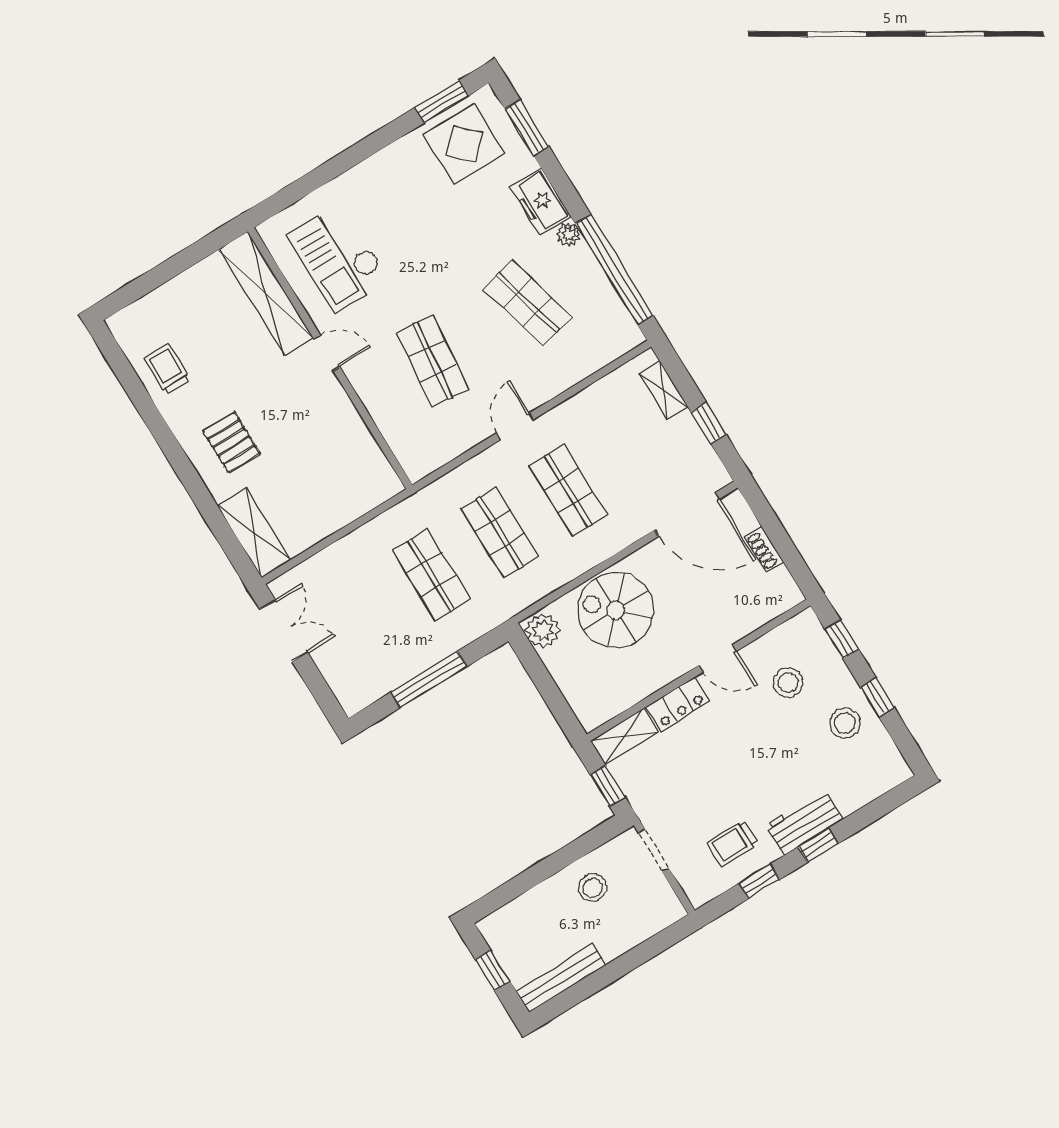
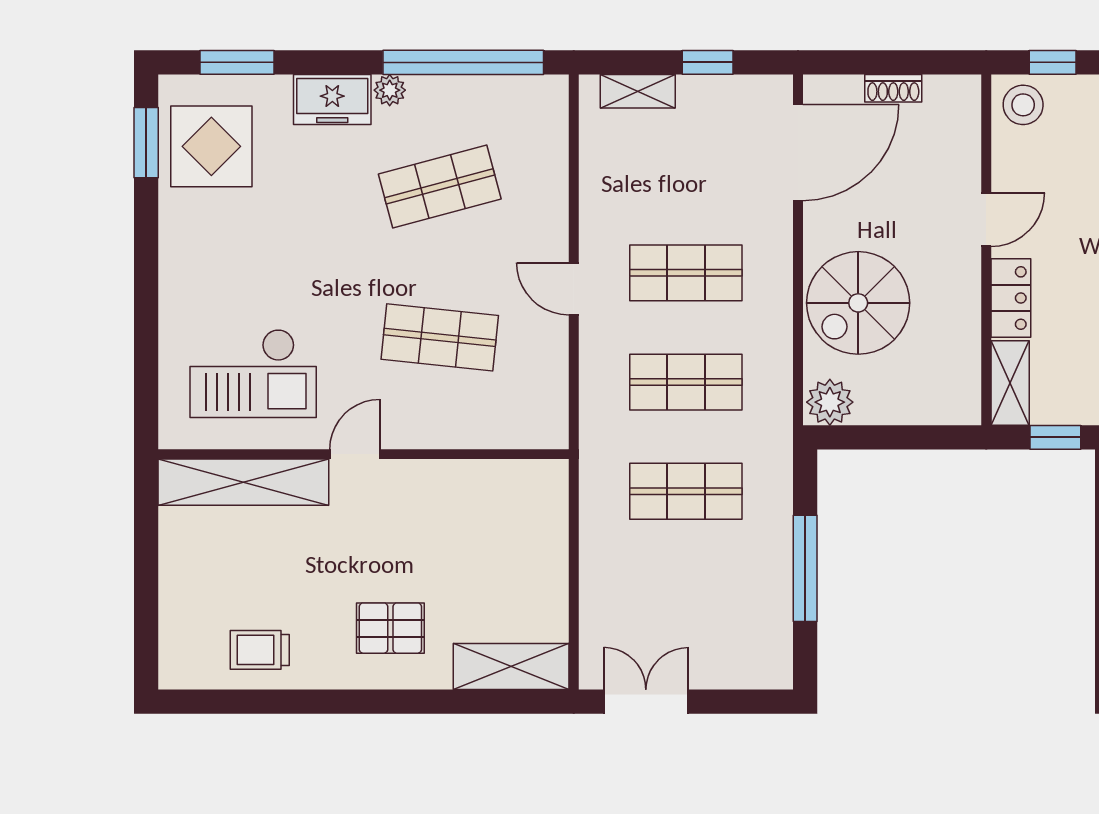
stool: (788, 683) -> (1023, 105), moved

